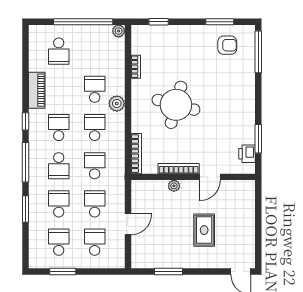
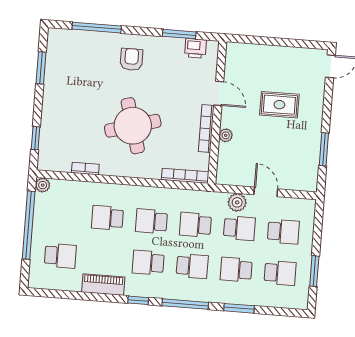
armchair: (227, 45) -> (131, 59), moved
window: (258, 52) -> (97, 28), moved
plant: (117, 104) -> (237, 202), moved
round table: (176, 105) -> (133, 126), turned -31
school desk: (95, 204) -> (239, 228), turned 180
school desk: (59, 242) -> (280, 273), turned 180
school desk: (95, 242) -> (283, 232), turned 180

